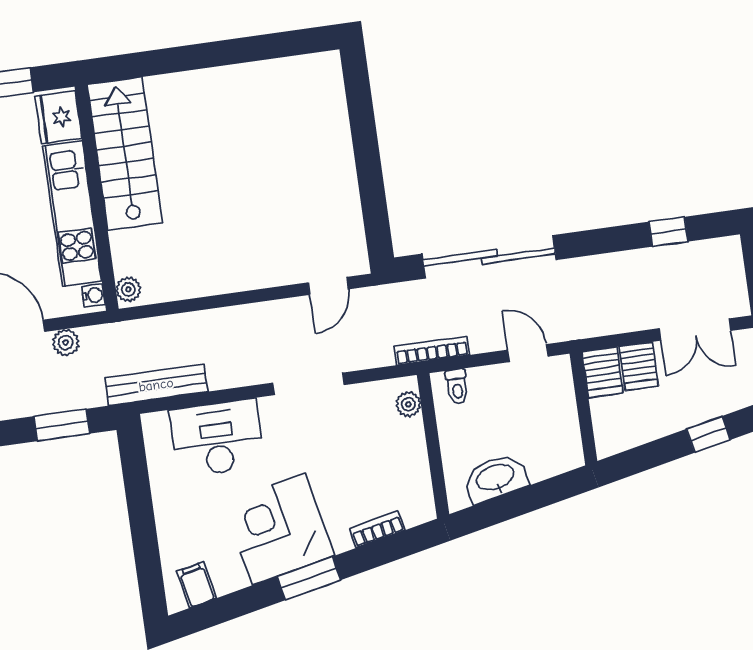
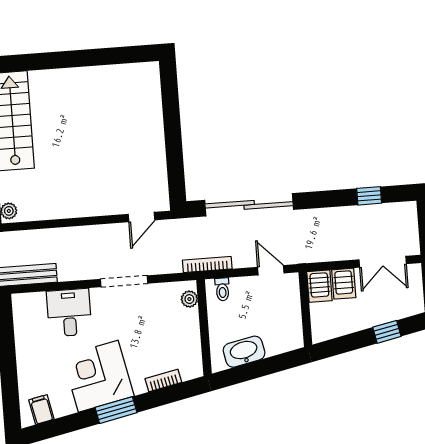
desk: (217, 438) -> (69, 313), width x0.73

